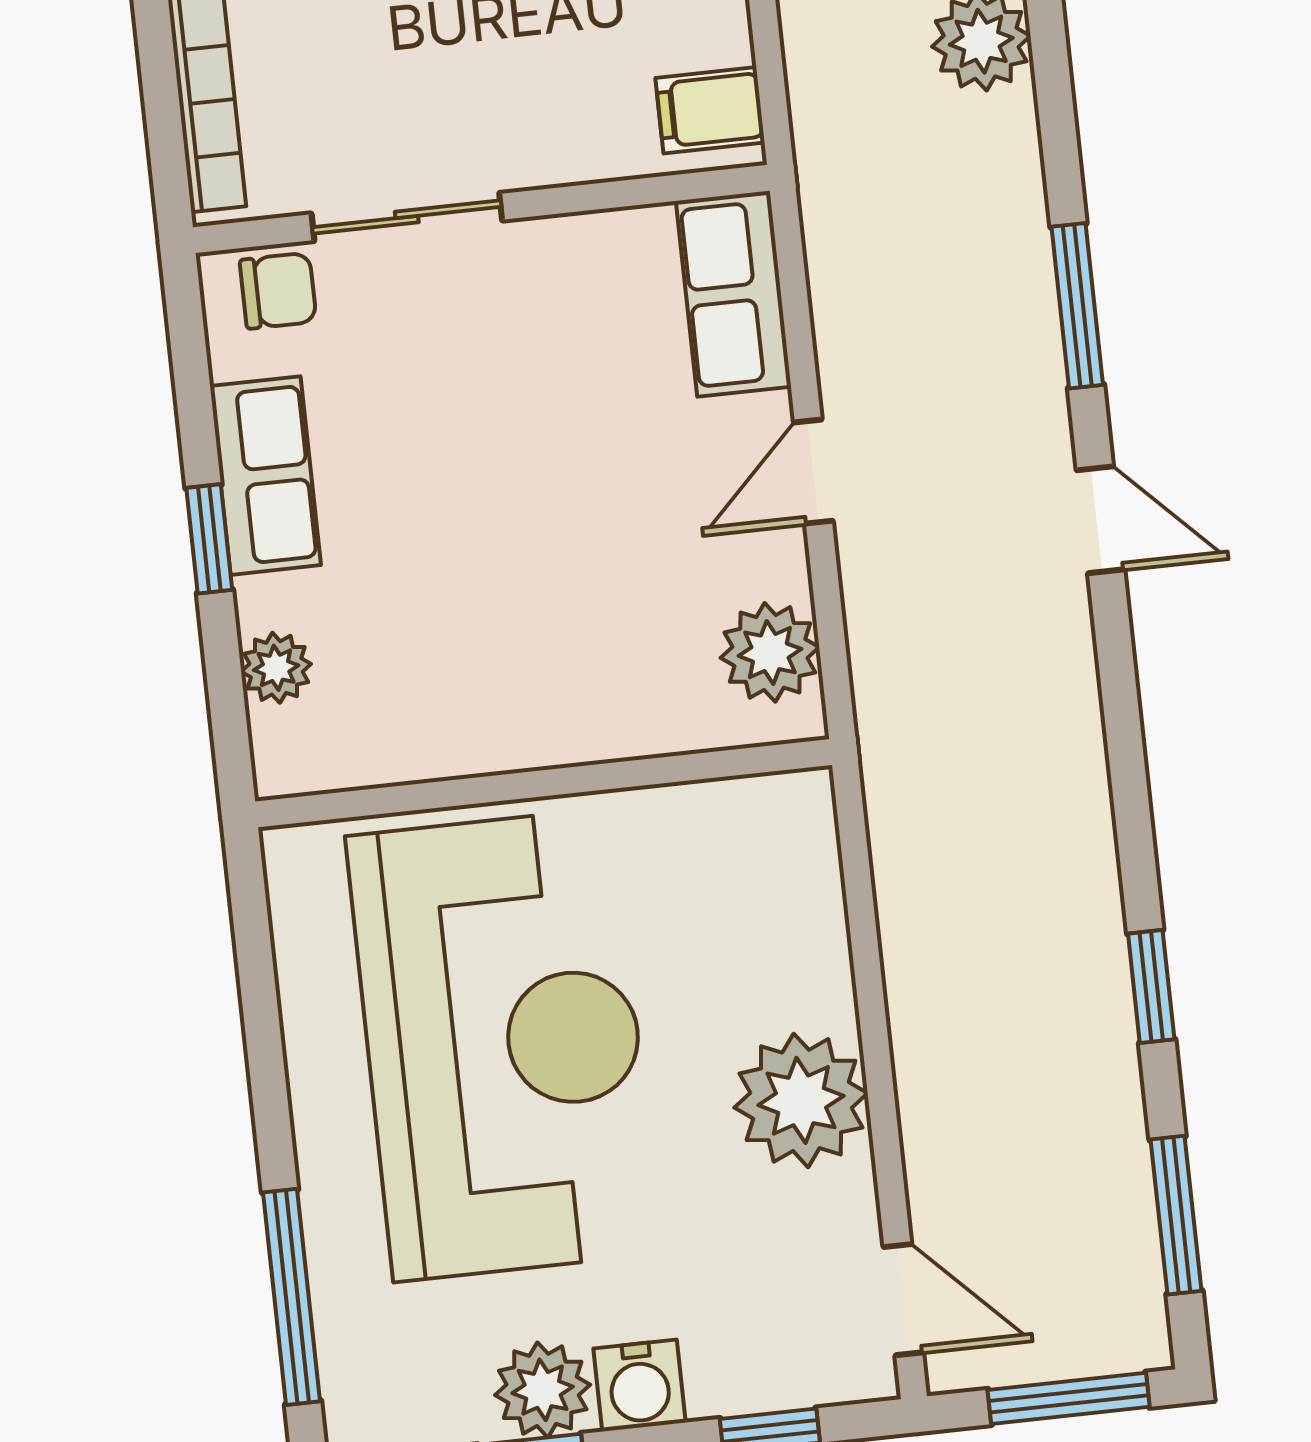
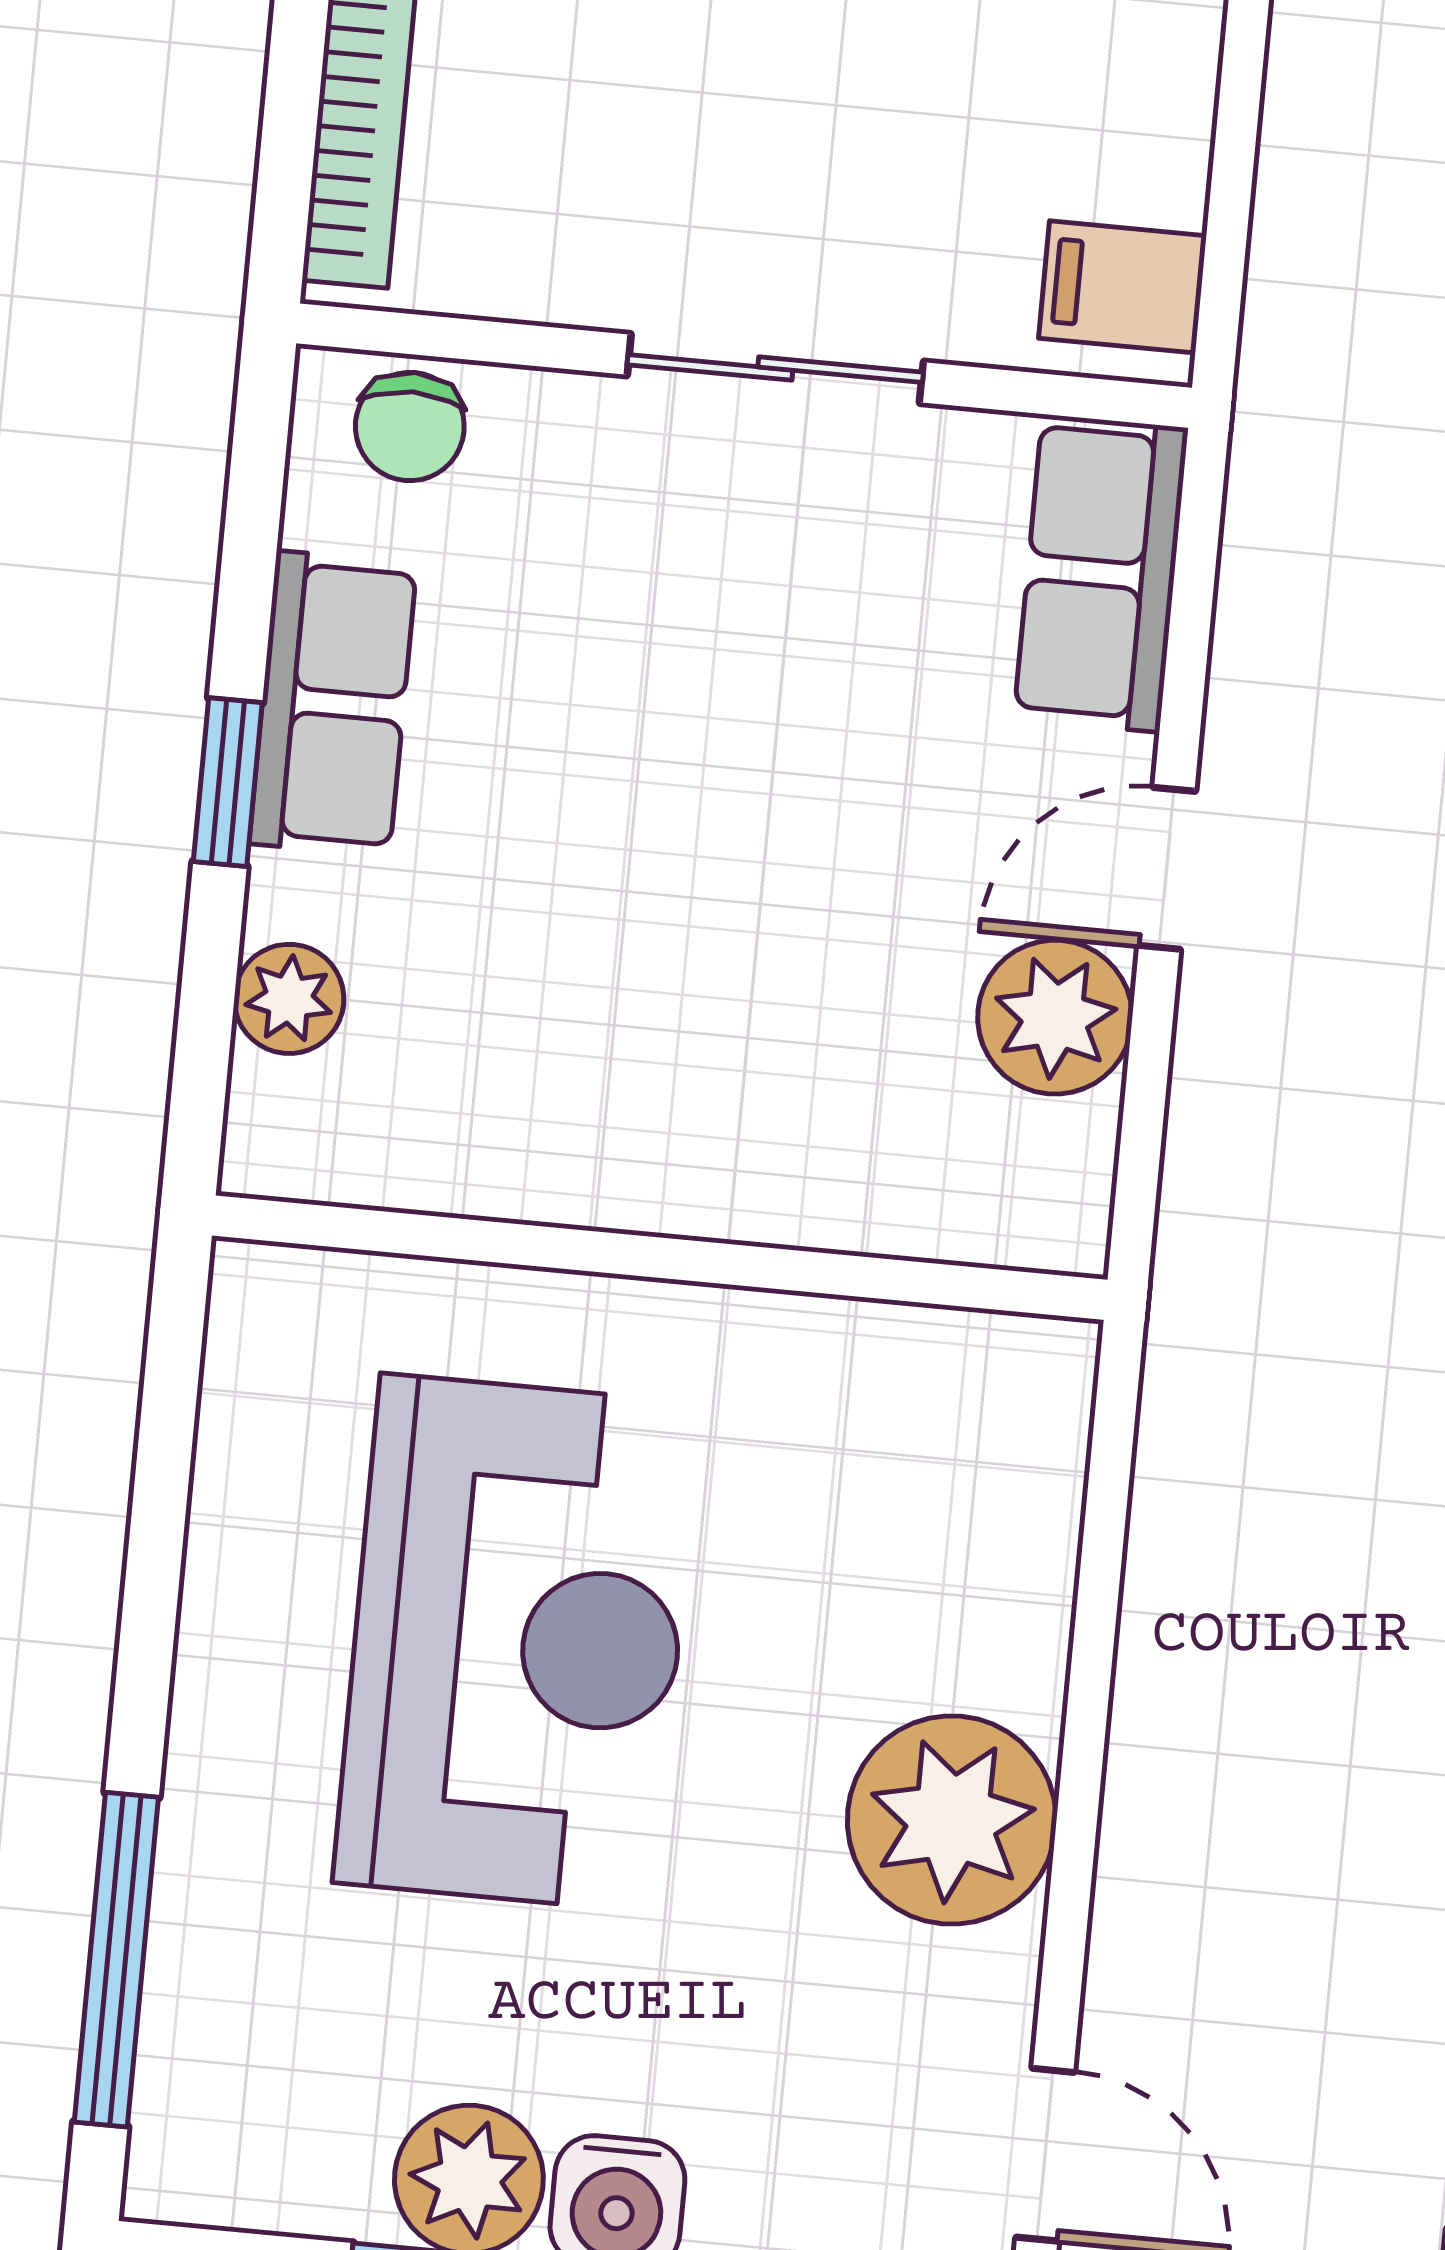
sliding door: (407, 217) -> (775, 369), moved
chair: (278, 291) -> (410, 427), turned 90
plant: (770, 652) -> (1055, 1017), moved
reception desk: (503, 1045) -> (517, 1643), width x0.74, depth x0.77

